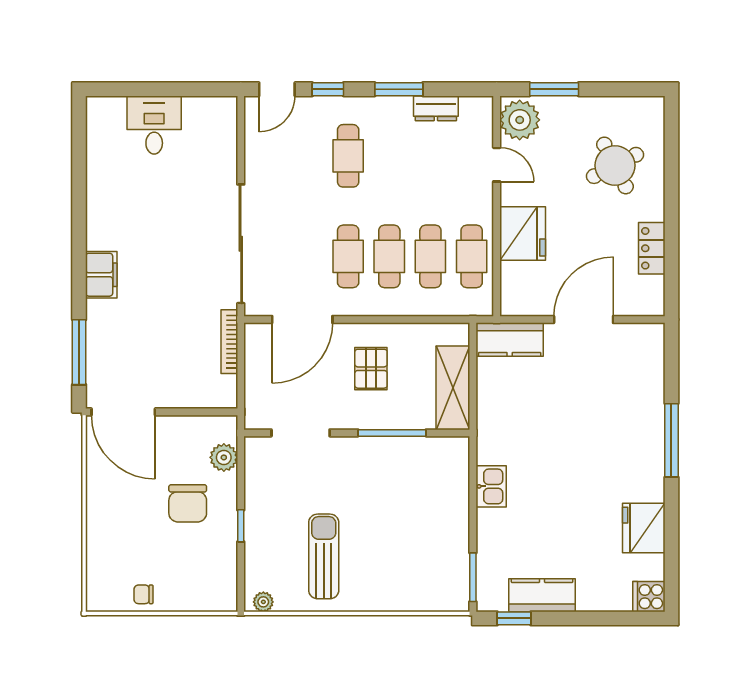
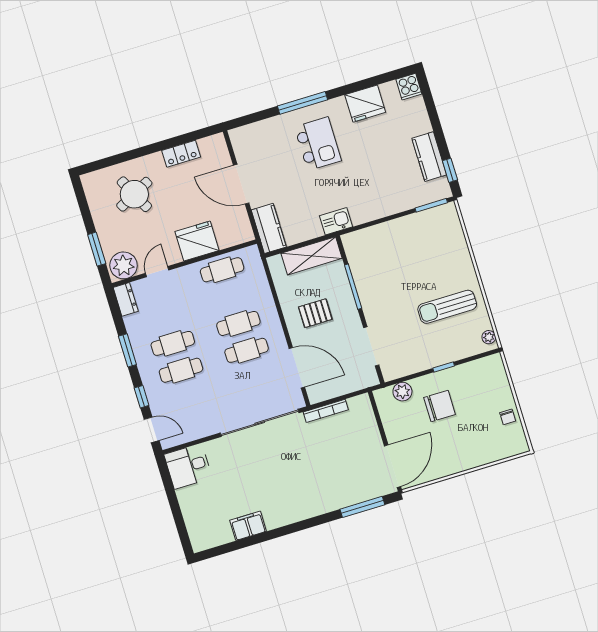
dresser: (436, 108) -> (126, 299), moved
desk: (154, 125) -> (188, 466), moved
cafe table: (430, 256) -> (173, 343), moved
filing cabinet: (101, 275) -> (248, 526), moved
kitchen island: (608, 444) -> (318, 144), added
kitchen sink: (491, 486) -> (336, 221), moved

